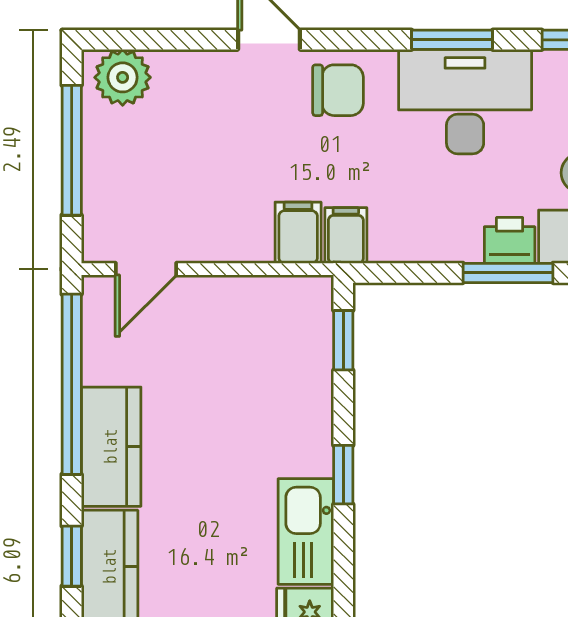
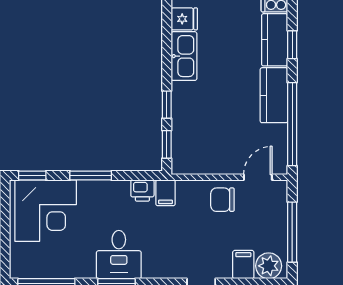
chair: (338, 90) -> (222, 200), moved
desk: (465, 102) -> (119, 255), width x0.73
filing cabinet: (298, 233) -> (243, 265), moved, turned 180
printer: (510, 240) -> (142, 190), moved
window: (343, 475) -> (167, 105), moved

